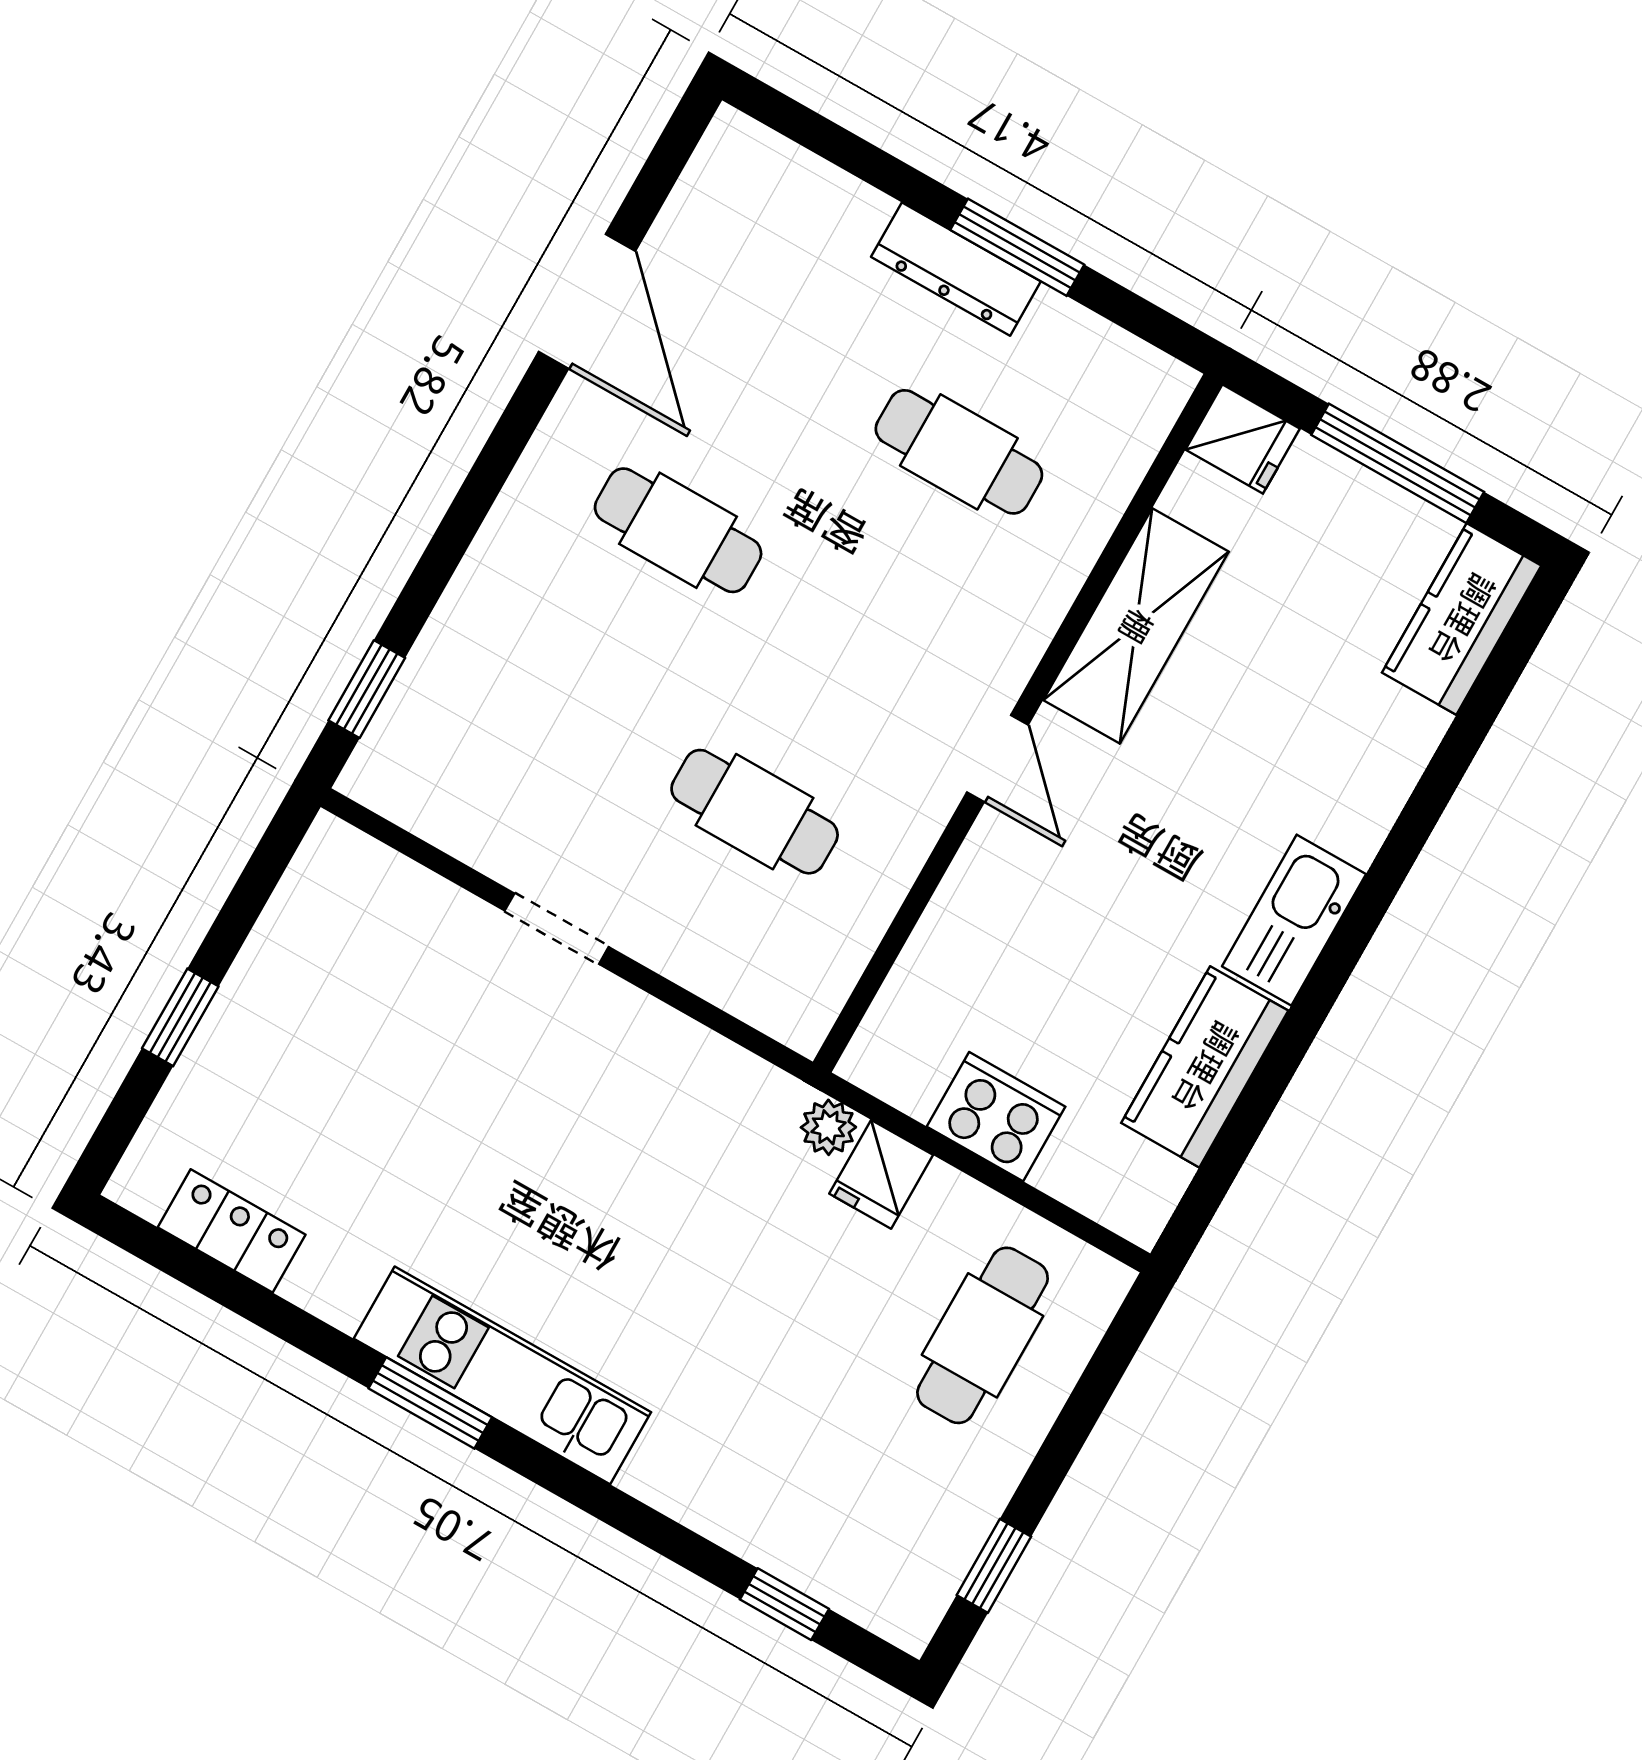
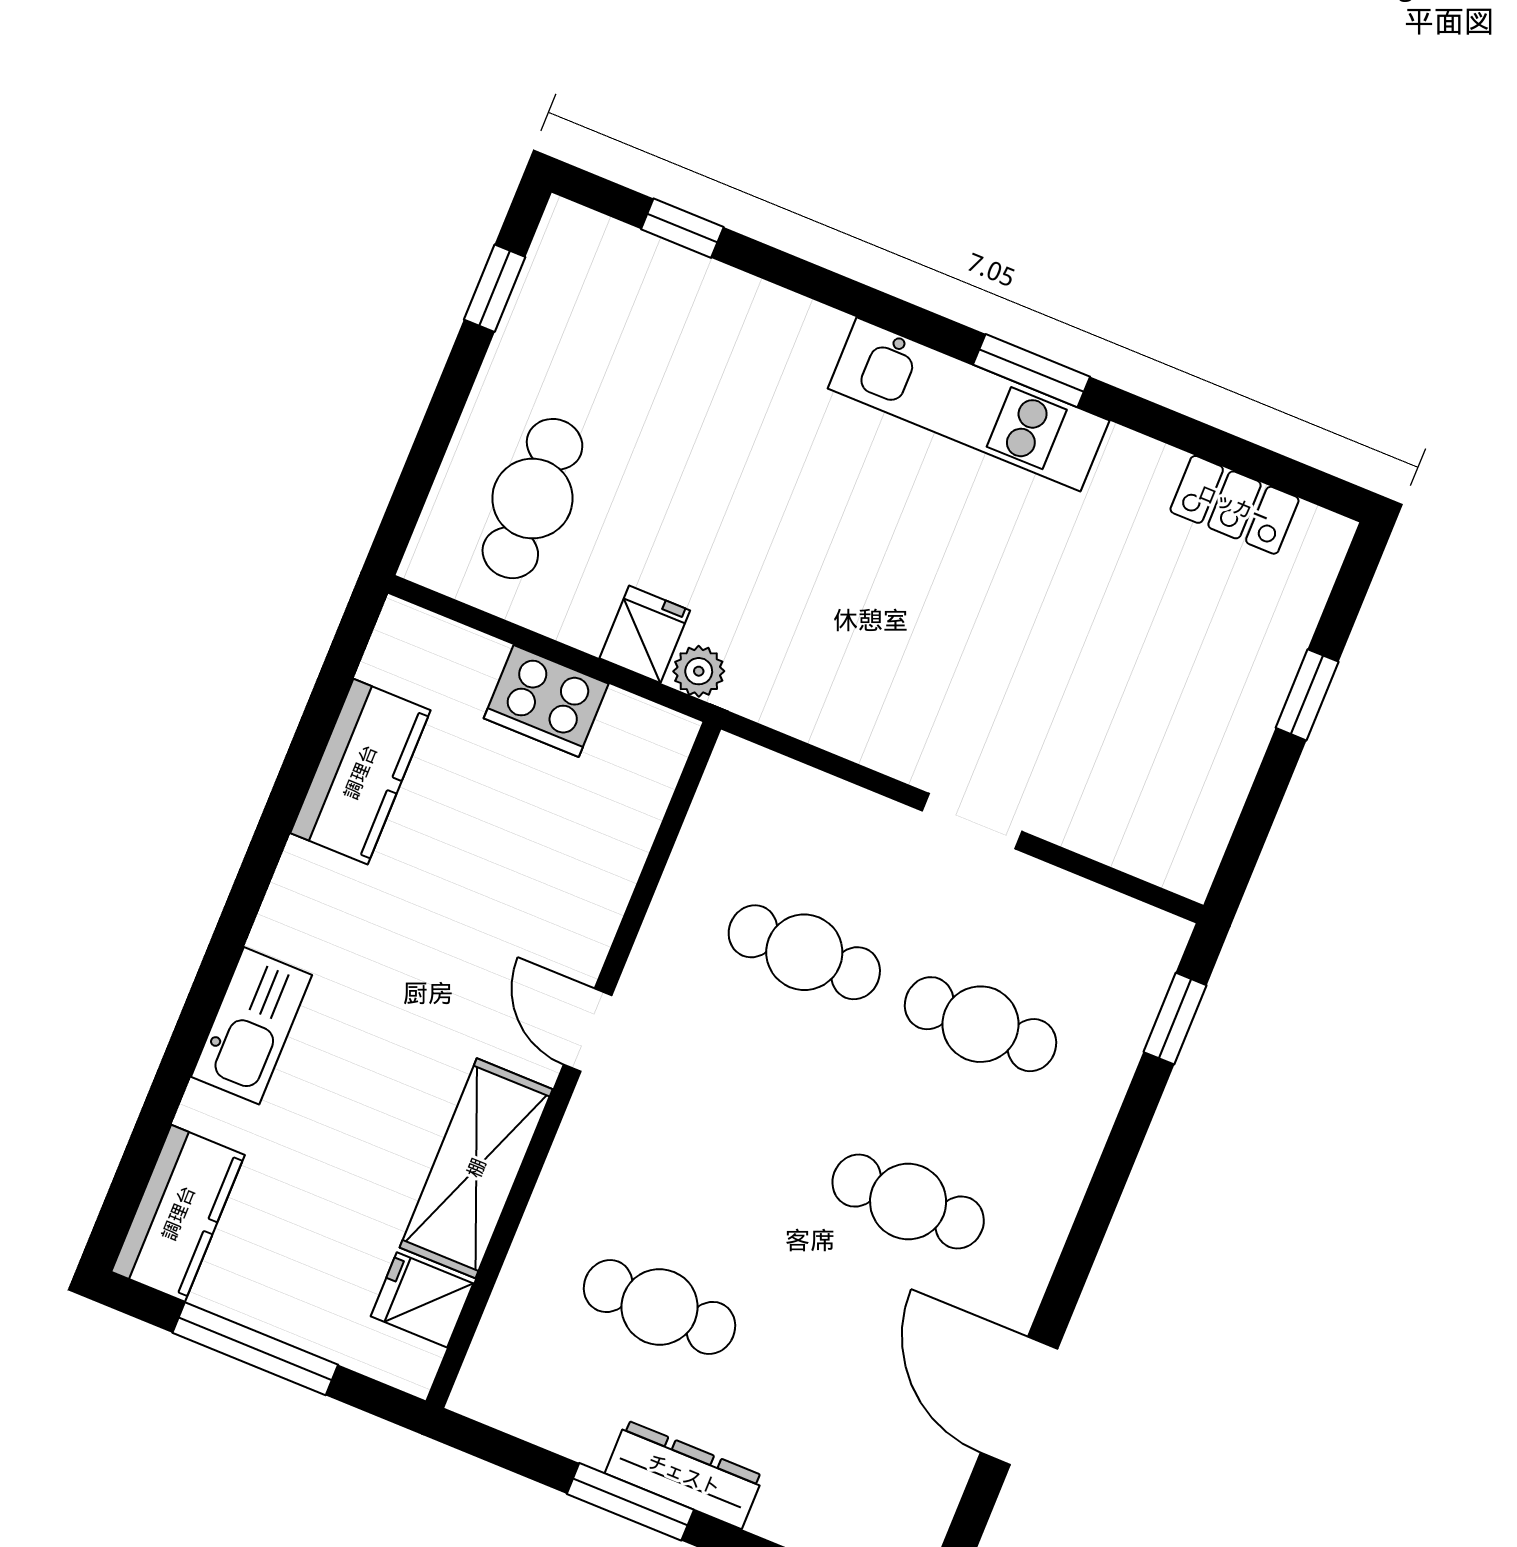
fridge: (1243, 439) -> (422, 1300), moved
cafe table: (576, 710) -> (980, 1024), added
kitchen sink: (1294, 920) -> (252, 1026), moved

